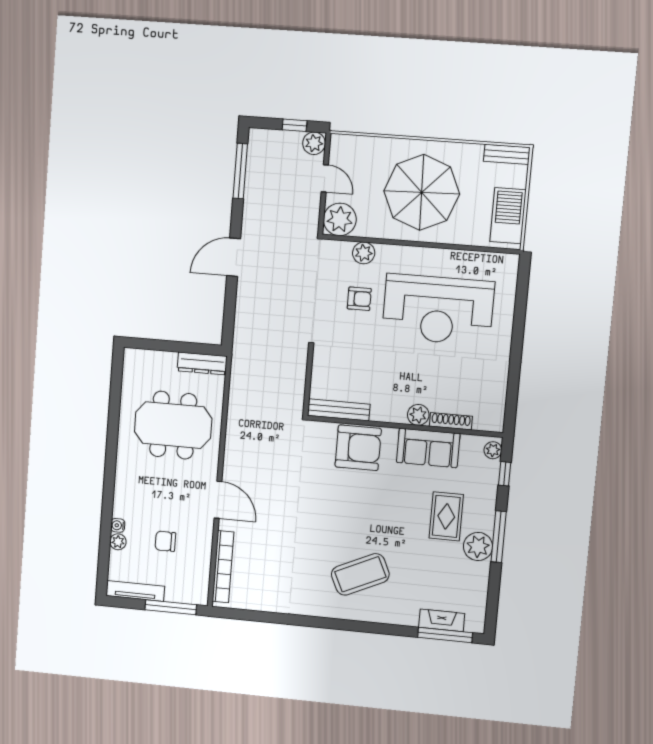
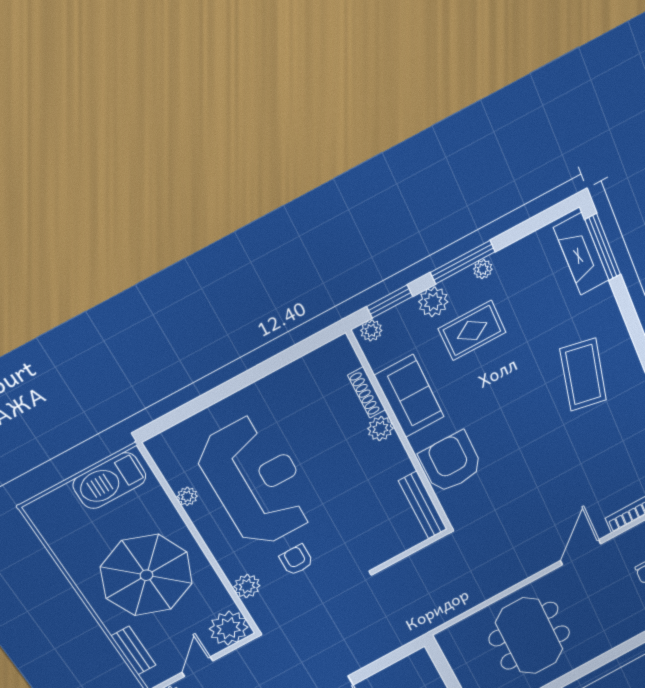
bench: (507, 154) -> (133, 651), moved
plant: (460, 258) -> (187, 496), added
dresser: (202, 363) -> (453, 651), removed
window: (505, 474) -> (390, 301), width x1.50
plant: (485, 502) -> (433, 302), added
plant: (478, 547) -> (483, 269), width x0.53, depth x0.53
coffee table: (360, 574) -> (583, 375), turned 37
fireplace: (442, 620) -> (581, 254), width x1.37, depth x1.32

